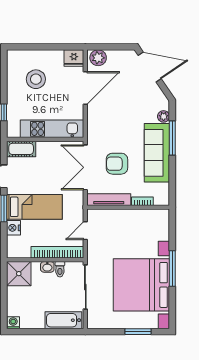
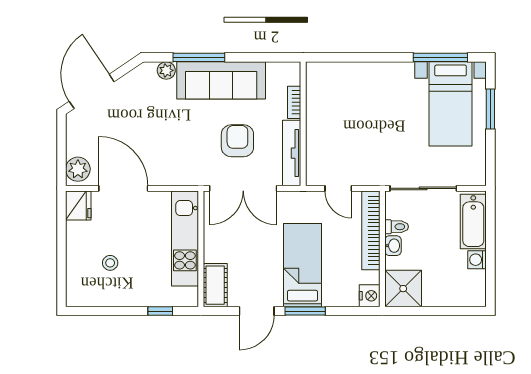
stool: (36, 79) -> (110, 263), width x0.53, depth x0.53
armchair: (117, 164) -> (237, 141), turned 180
nightstand: (13, 228) -> (370, 296), moved, turned -90
window: (172, 268) -> (440, 57), moved
bed with nightstands: (141, 285) -> (451, 104), width x0.54
washing machine: (13, 323) -> (477, 260), moved

